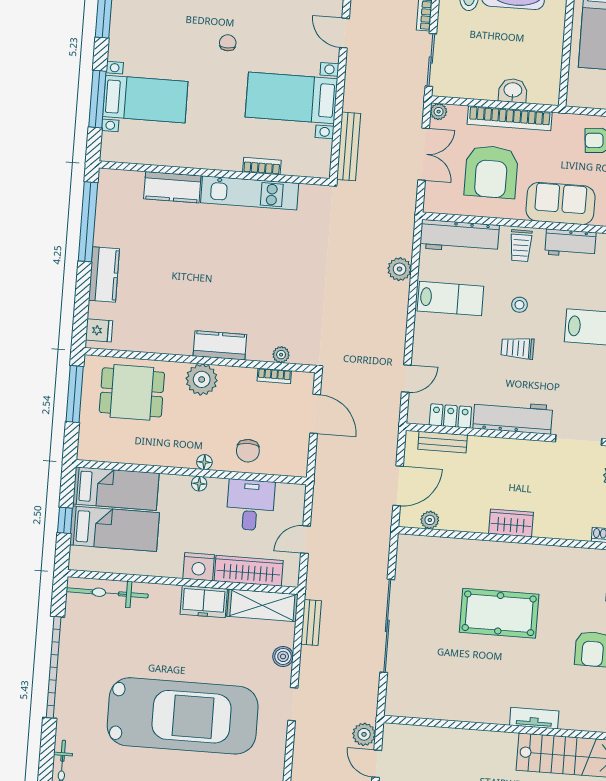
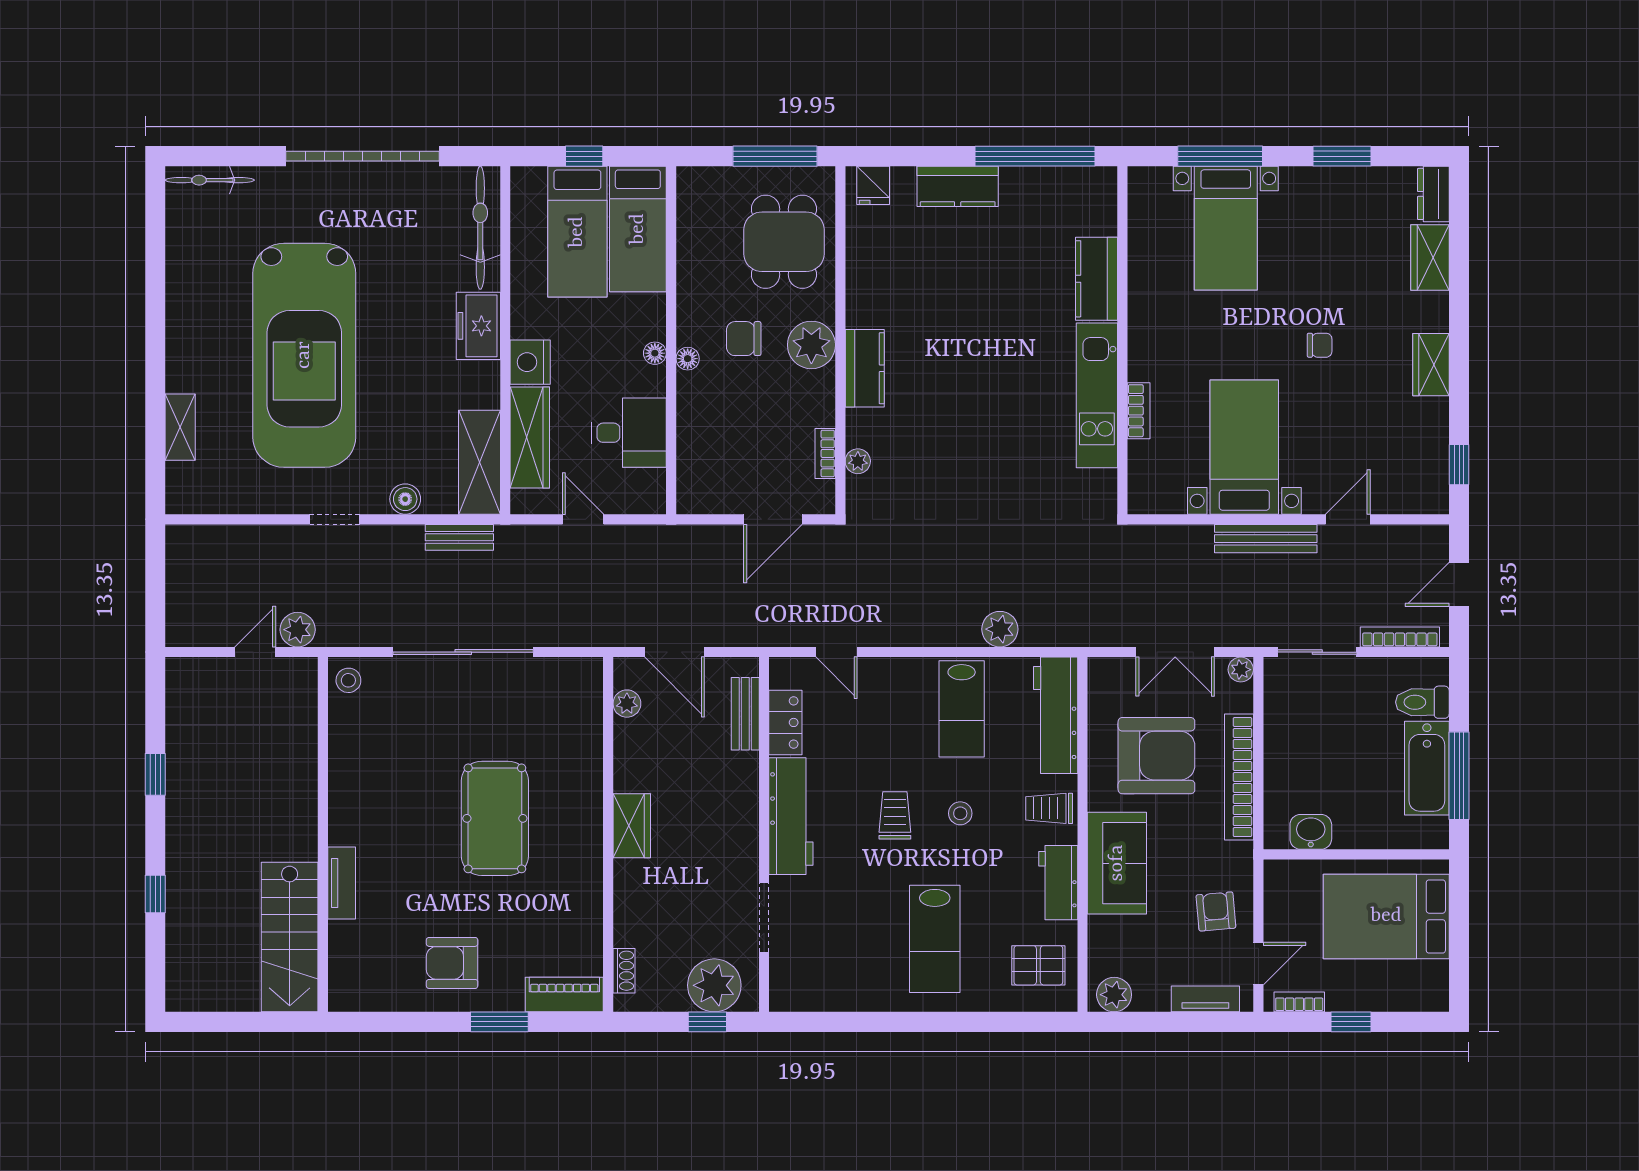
washbasin: (513, 91) -> (1311, 832), moved, turned -90
bench: (349, 146) -> (1266, 539), moved
armchair: (491, 172) -> (1156, 756), turned 180
chair: (248, 451) -> (744, 339), moved
freezer: (204, 602) -> (478, 326), moved
stool: (400, 703) -> (348, 680), added

